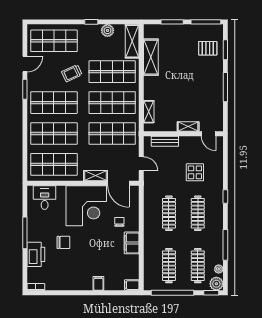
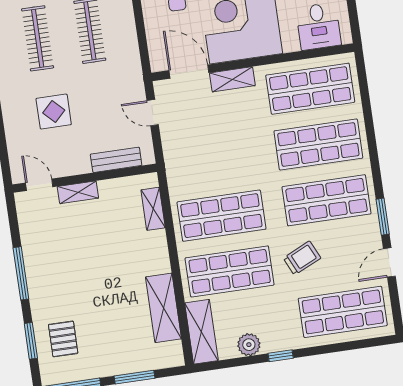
pallet: (208, 48) -> (63, 339), turned 90
shop shelf: (112, 133) -> (213, 160), removed

